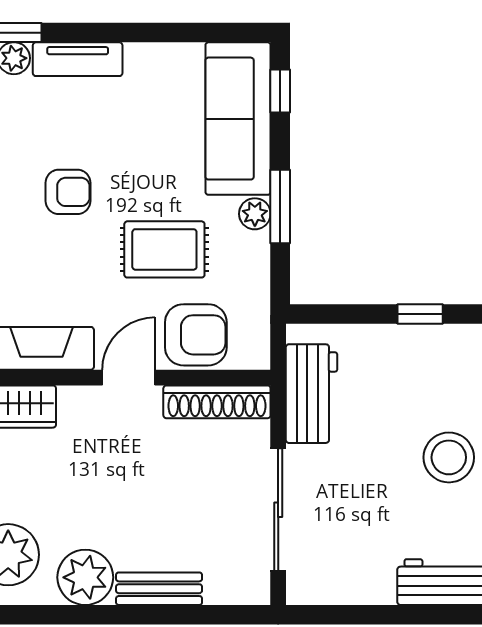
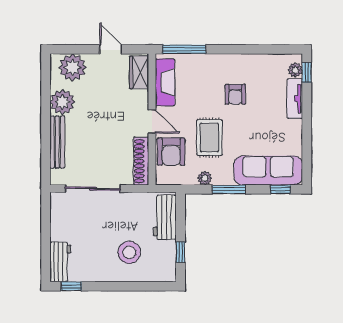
plant: (255, 214) -> (205, 178), moved
workbench: (311, 394) -> (165, 217), moved, turned 90
stool: (449, 457) -> (129, 252), moved
bench: (159, 589) -> (57, 142), width x1.36

